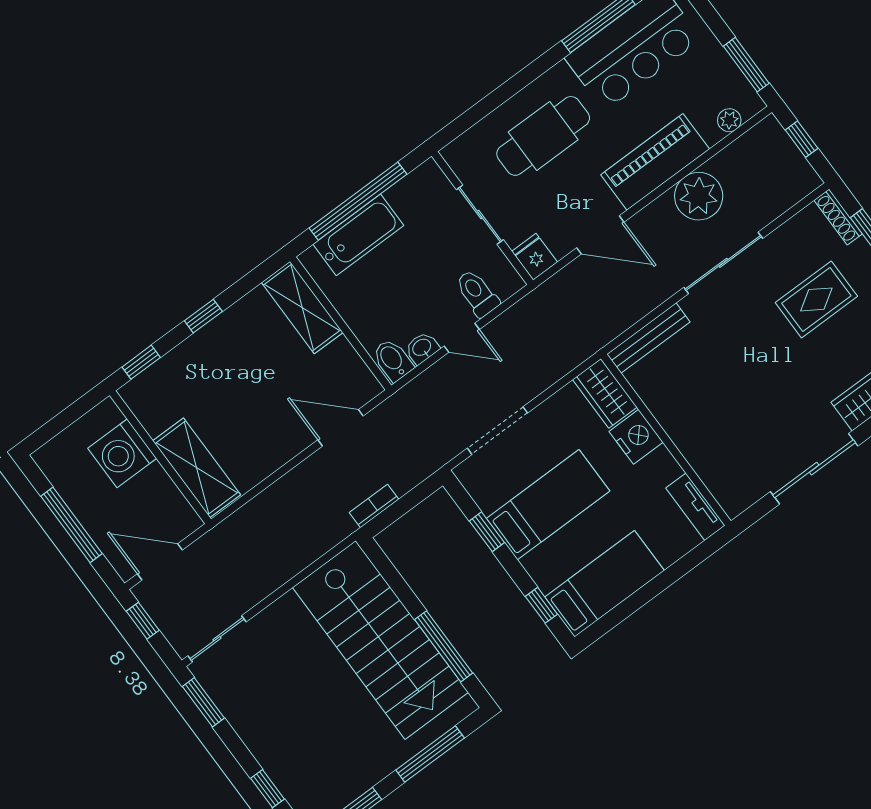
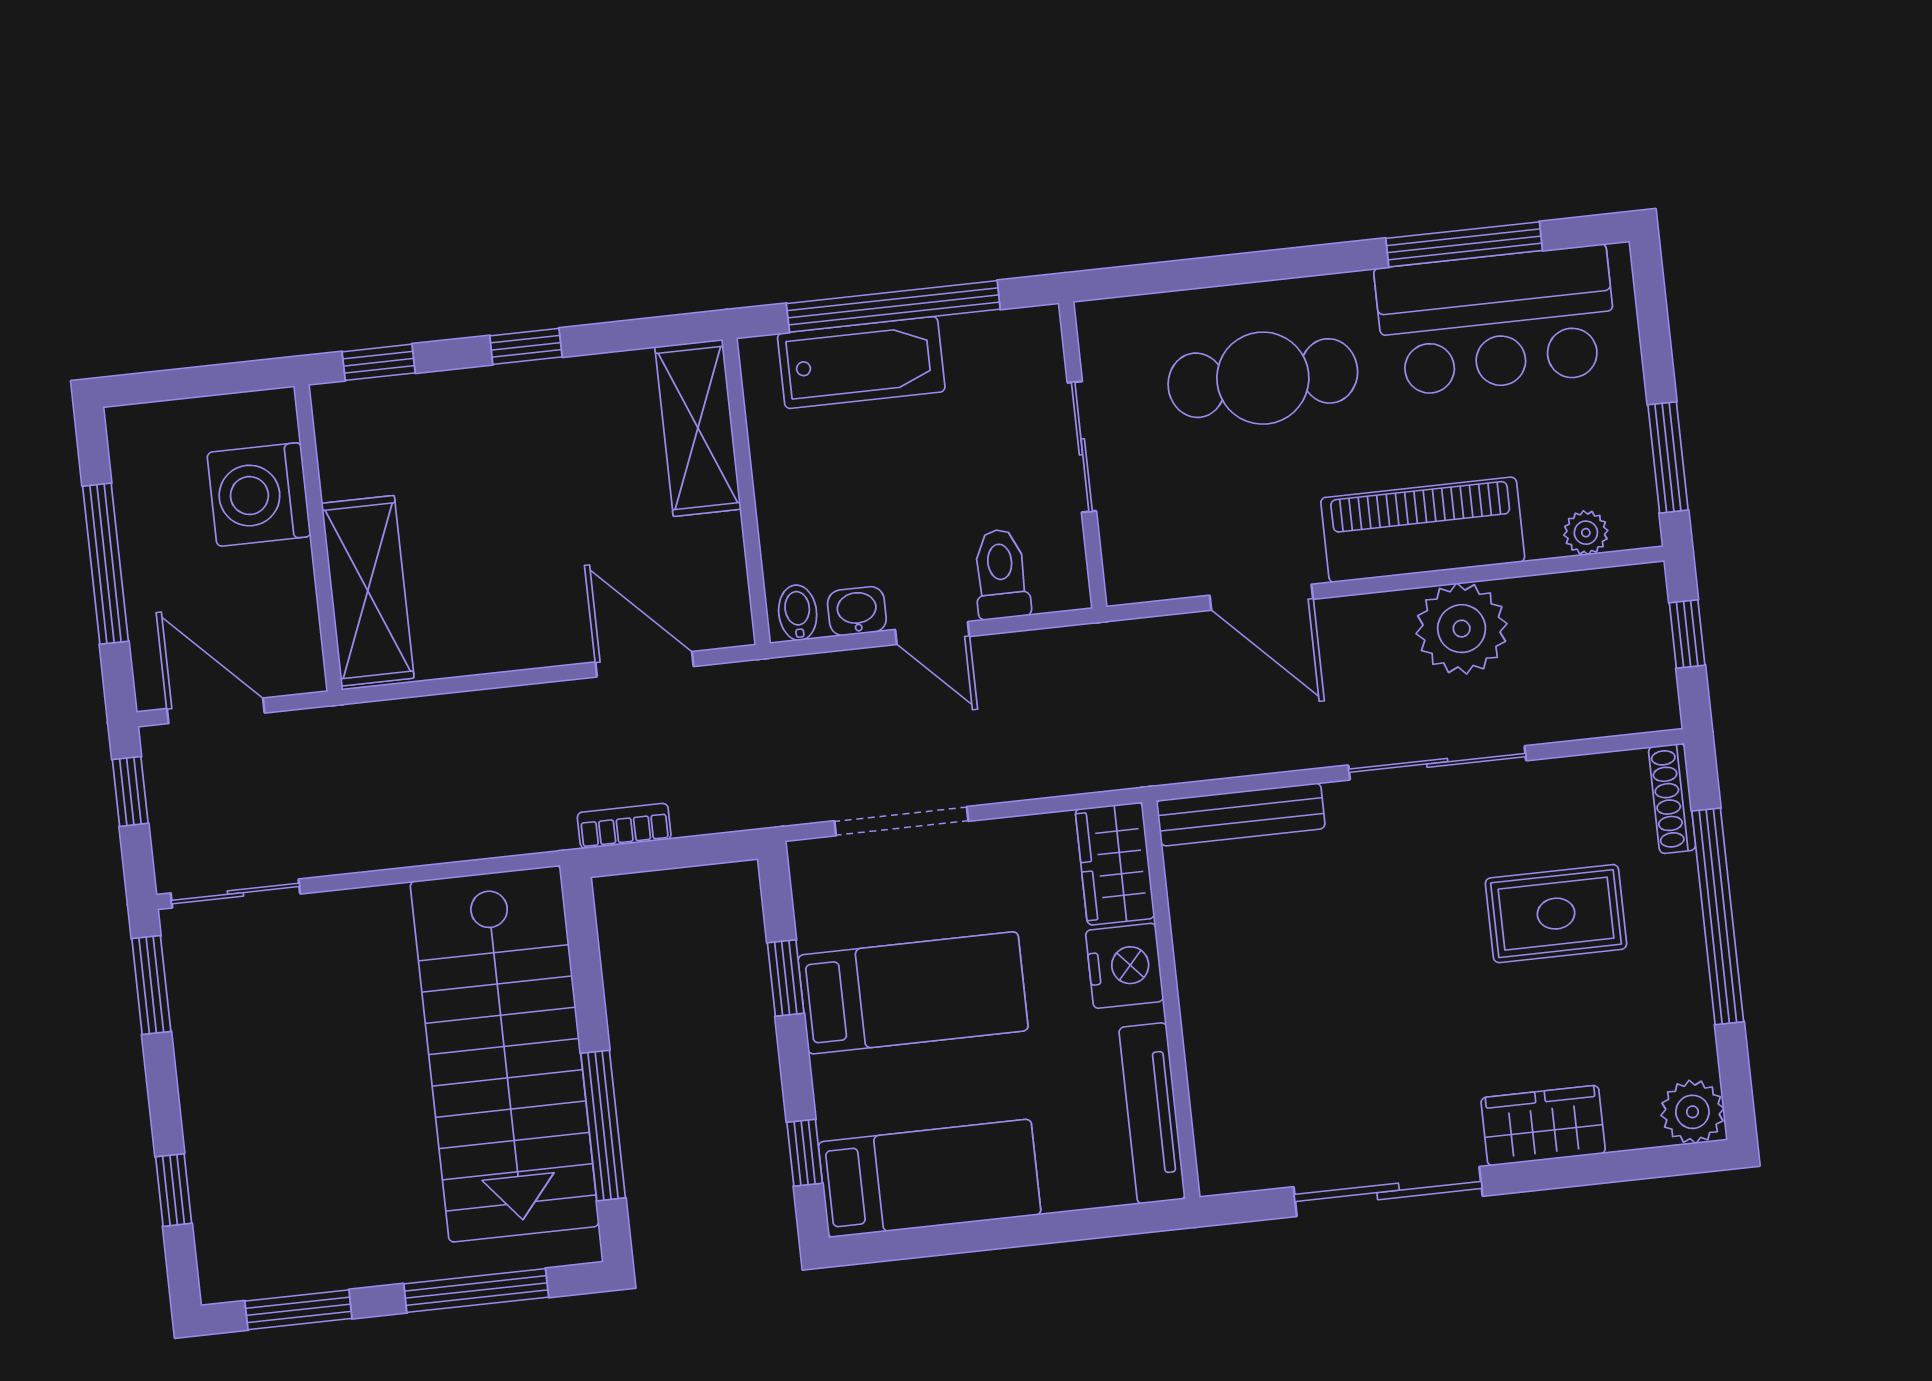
fridge: (535, 257) -> (1131, 570), removed
bidet: (393, 360) -> (798, 613), width x0.72, depth x0.74
tv unit: (695, 507) -> (1152, 1113), width x1.41

